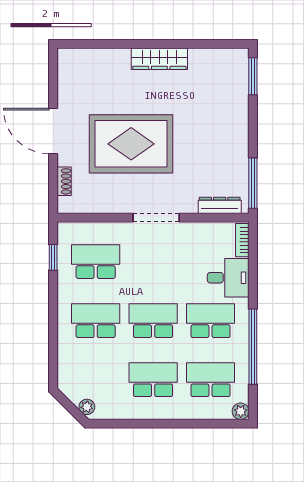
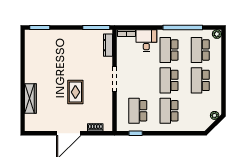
wardrobe: (159, 59) -> (30, 99), moved
rug: (131, 144) -> (75, 92), width x0.54, depth x0.49

